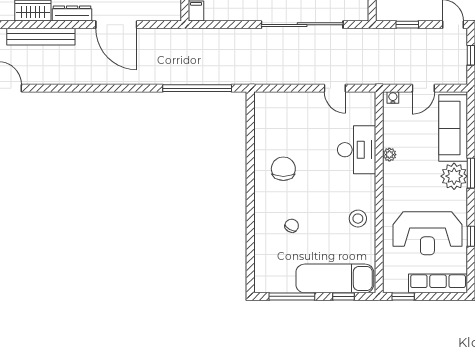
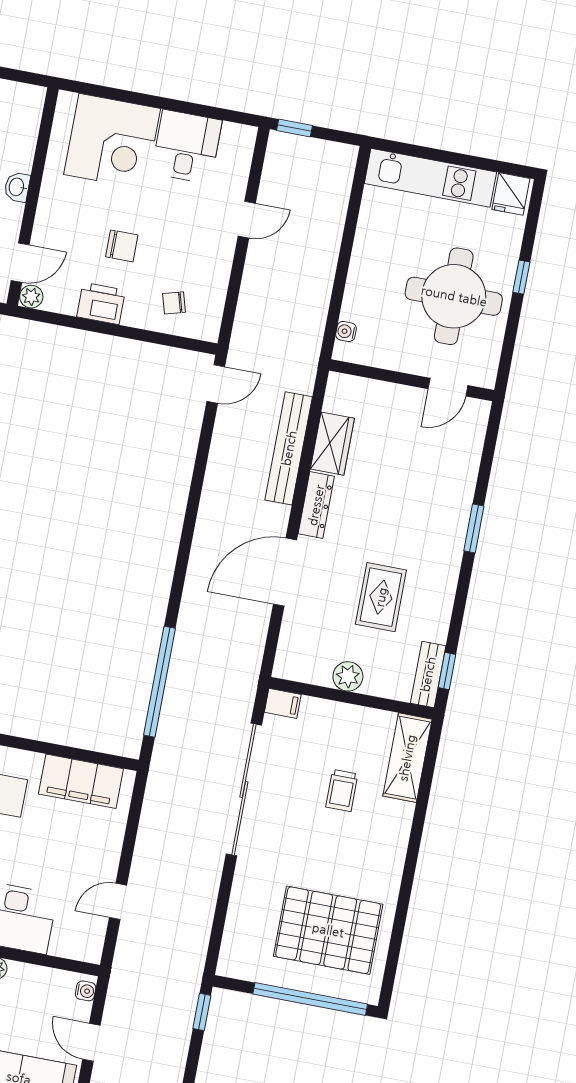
sliding door: (302, 25) -> (244, 790), moved
window: (407, 25) -> (202, 1012), moved
filing cabinet: (266, 124) -> (81, 781), added

